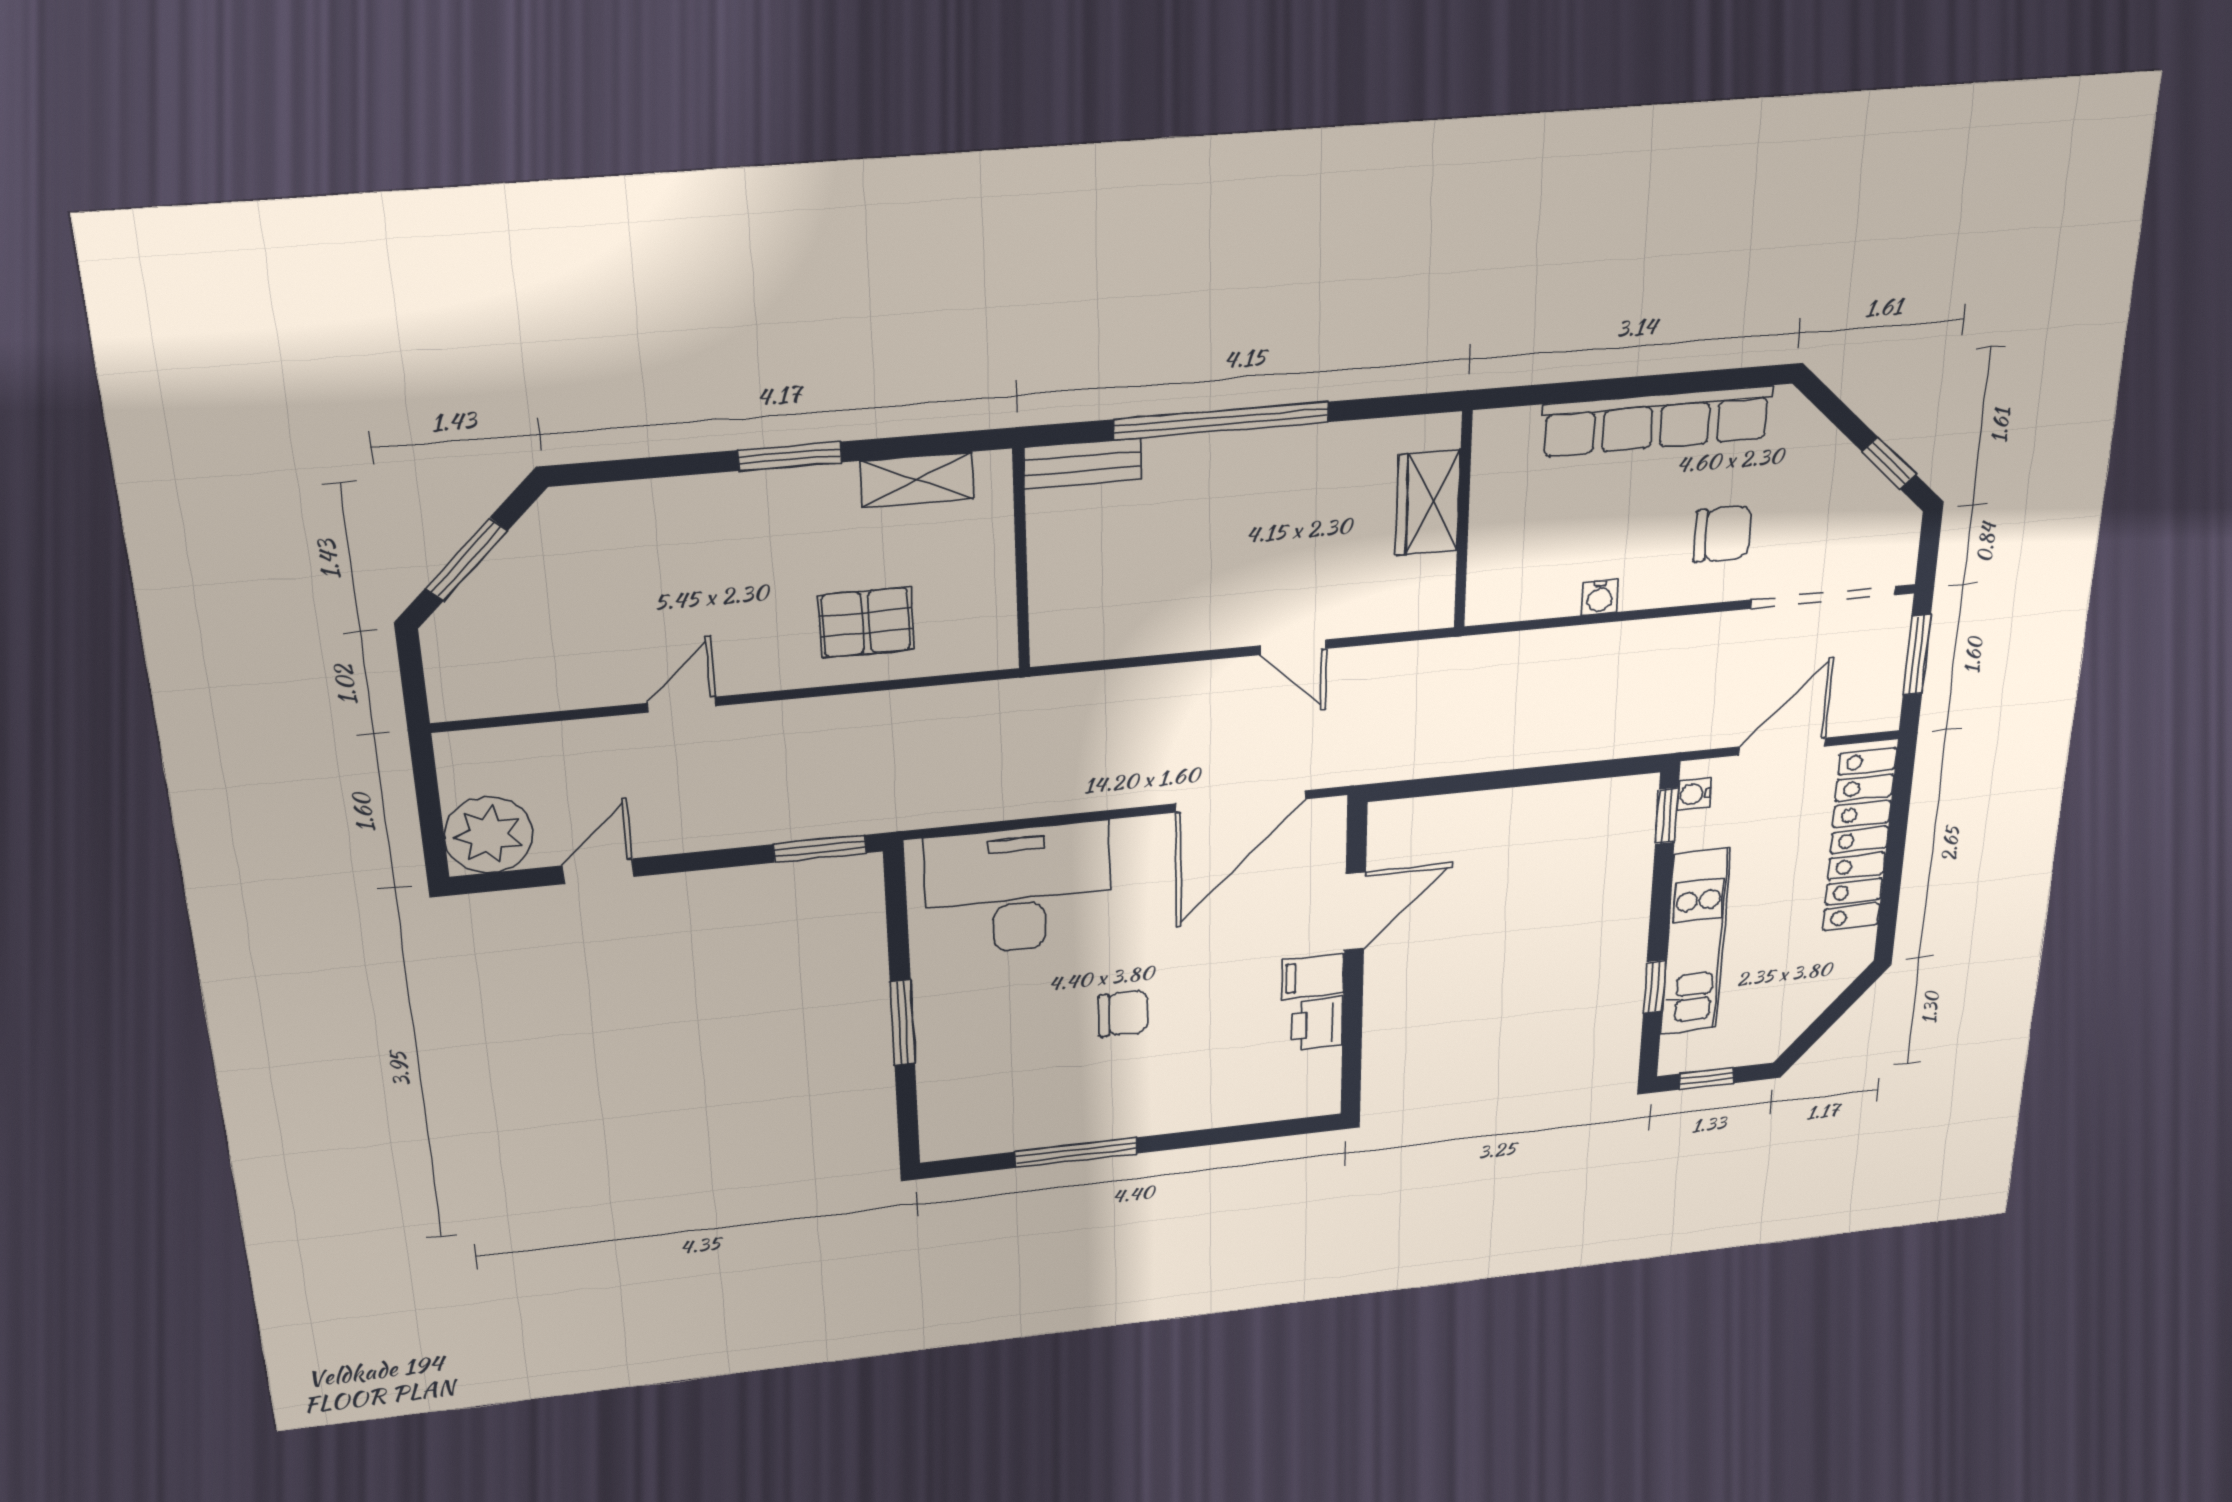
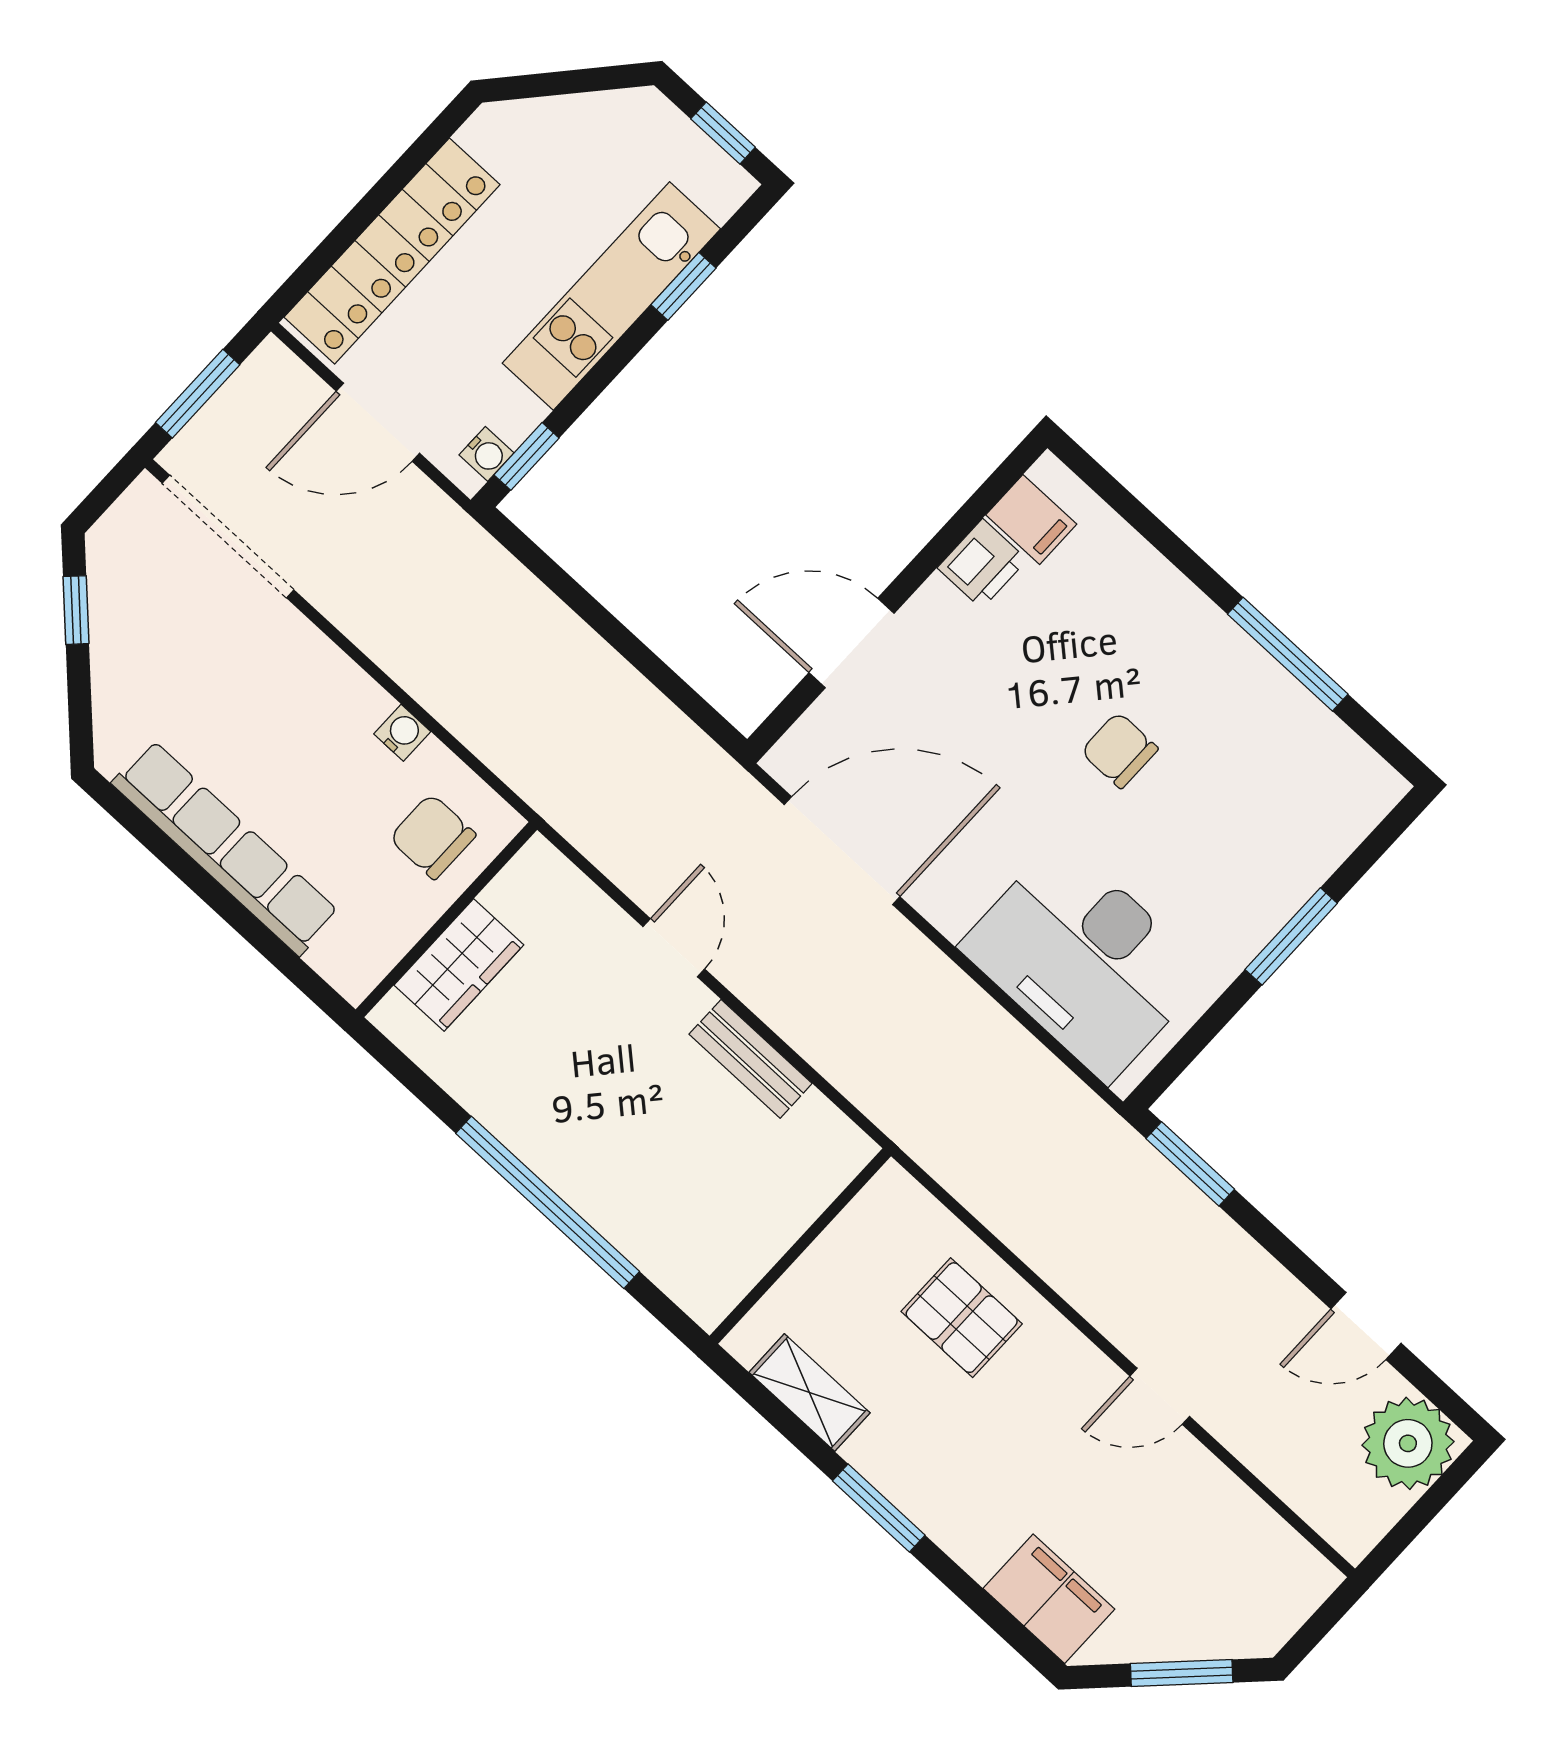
bench: (1083, 463) -> (751, 1059), moved
filing cabinet: (610, 515) -> (1049, 1599), added
chair: (1723, 534) -> (433, 837), moved
filing cabinet: (1313, 976) -> (1031, 519), moved

